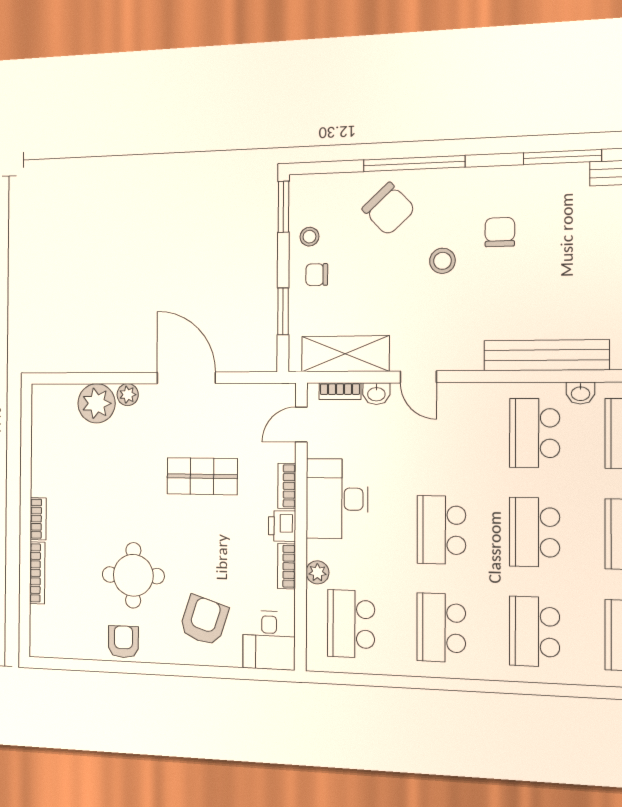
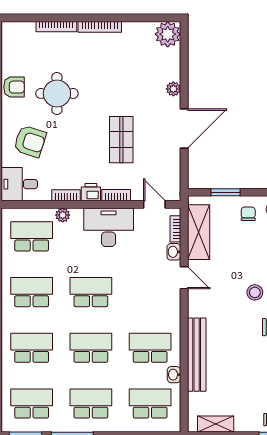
door: (418, 377) -> (184, 278), swing flipped
plant: (97, 403) -> (168, 34), moved
bookcase: (38, 519) -> (100, 27), width x1.56

